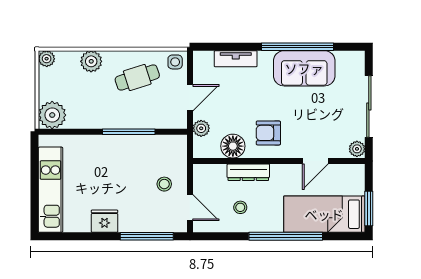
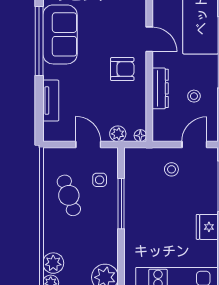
plant: (91, 61) -> (53, 263), moved
side table: (175, 62) -> (100, 180), moved
armchair: (268, 133) -> (122, 69), turned -90
floor lamp: (233, 146) -> (140, 136), moved, width x0.53, depth x0.53
door: (315, 161) -> (149, 39), moved

